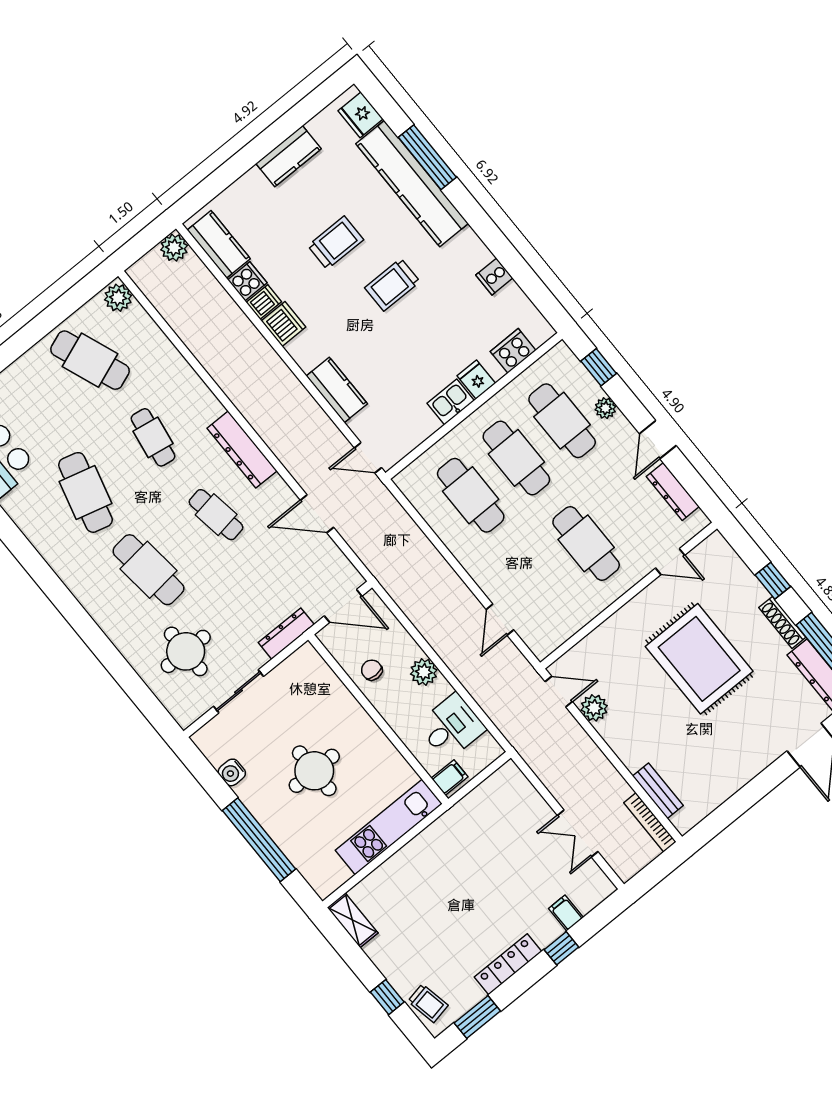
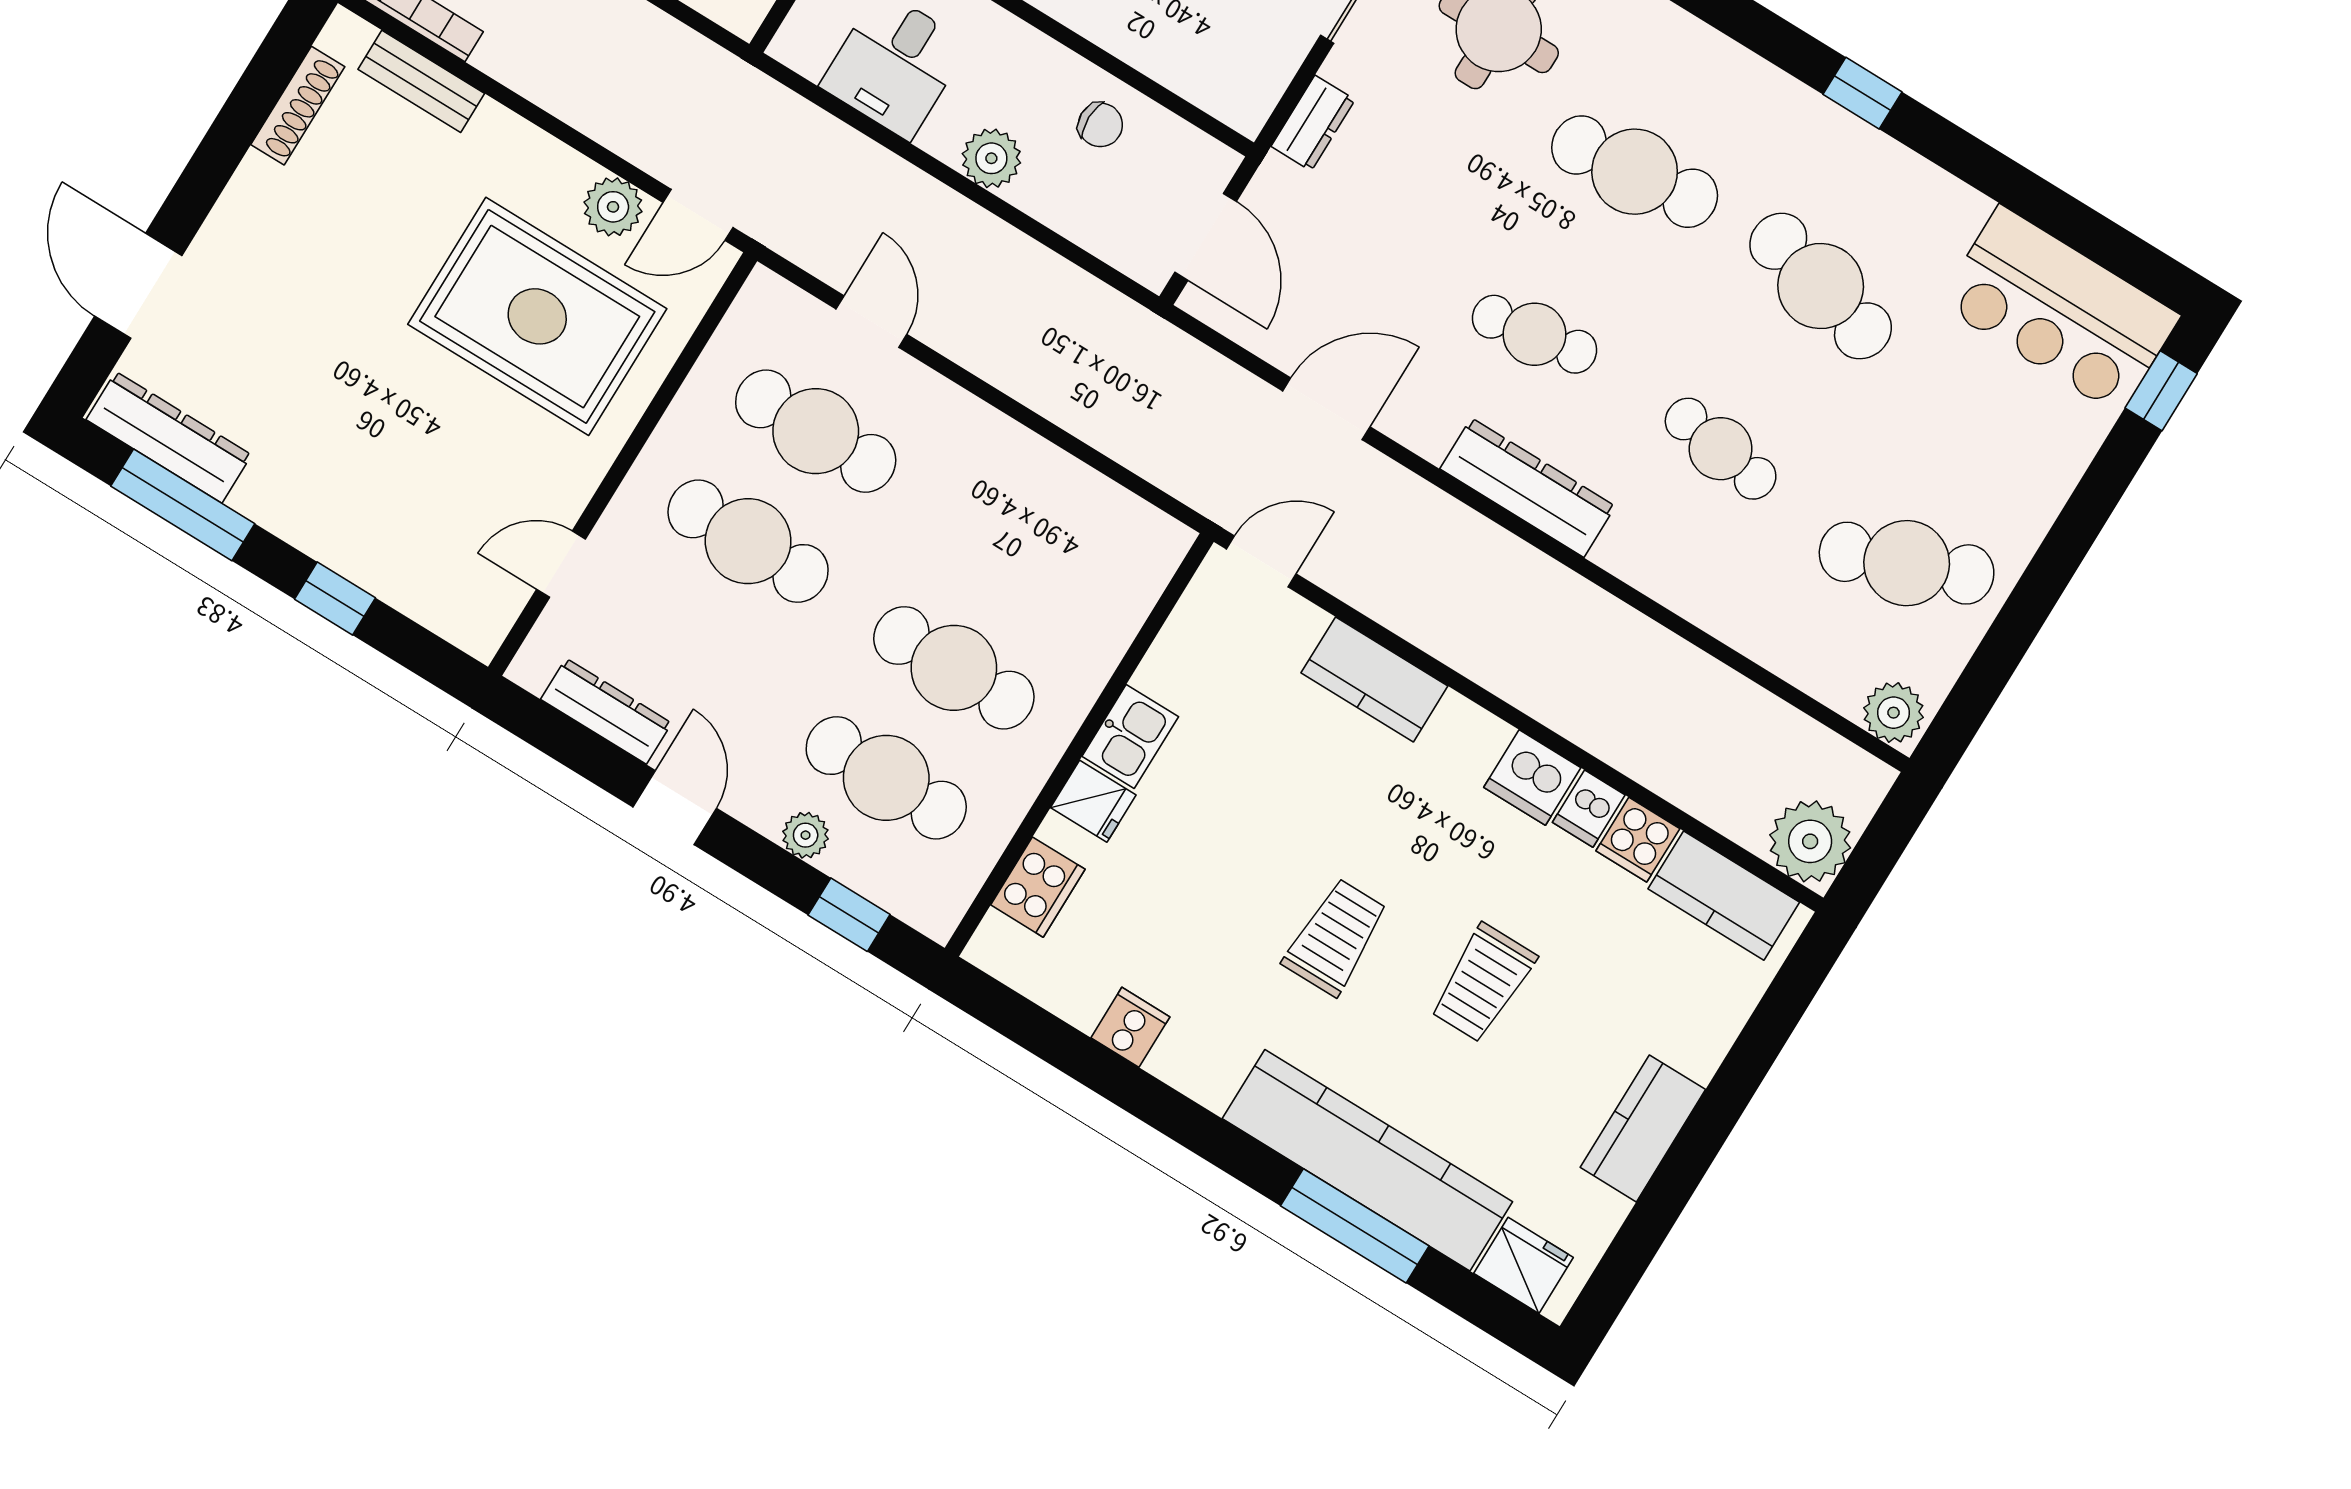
plant: (174, 248) -> (1810, 841), width x1.36, depth x1.36
cafe table: (471, 495) -> (816, 431), moved
window: (38, 569) -> (1863, 93), added
door: (343, 606) -> (1206, 237), swing flipped
shoe rack: (782, 622) -> (298, 106), moved, turned 90
dresser: (286, 634) -> (1313, 123), width x0.70
rug: (699, 659) -> (537, 316), moved

